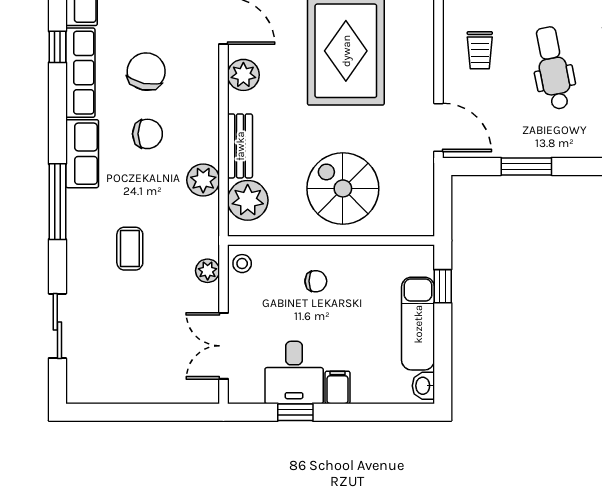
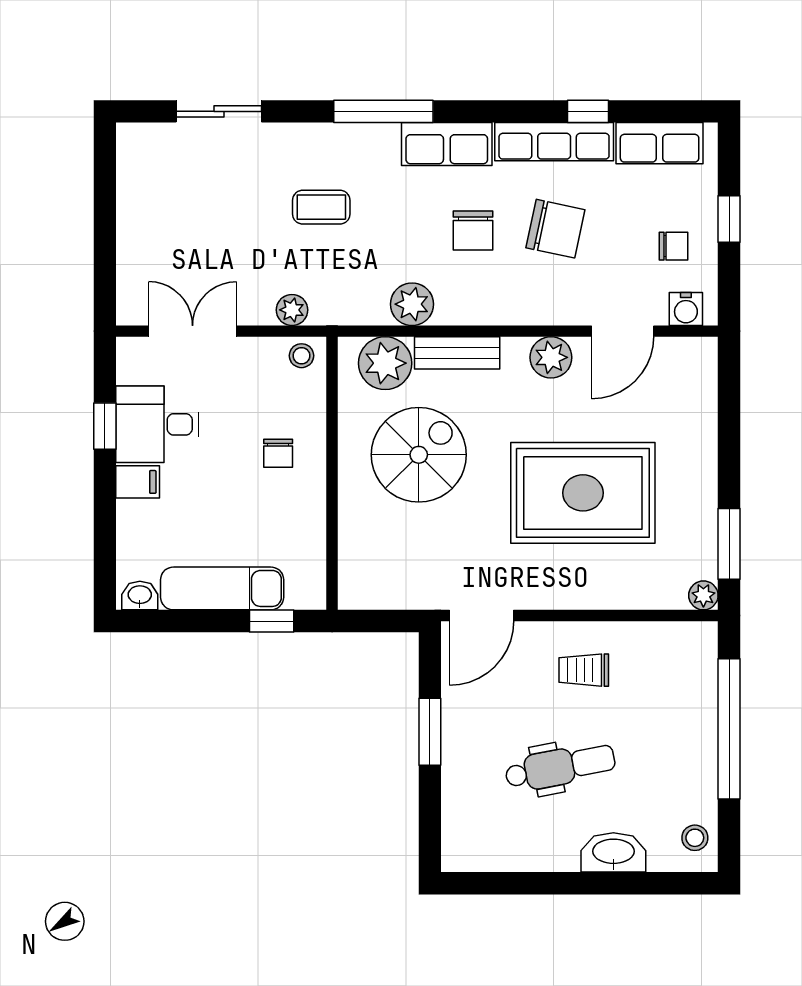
spiral stairs: (343, 188) -> (419, 455), moved

